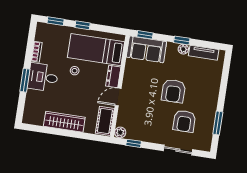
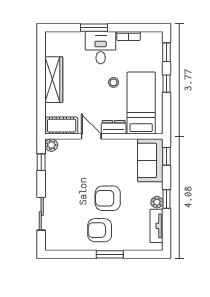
armchair: (184, 121) -> (100, 230), moved
window: (218, 123) -> (110, 254), moved

